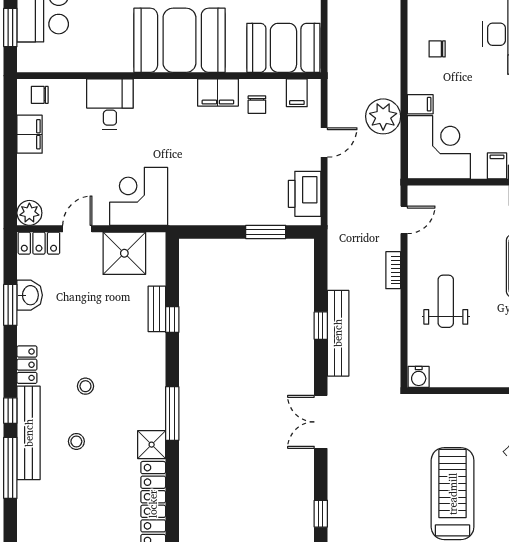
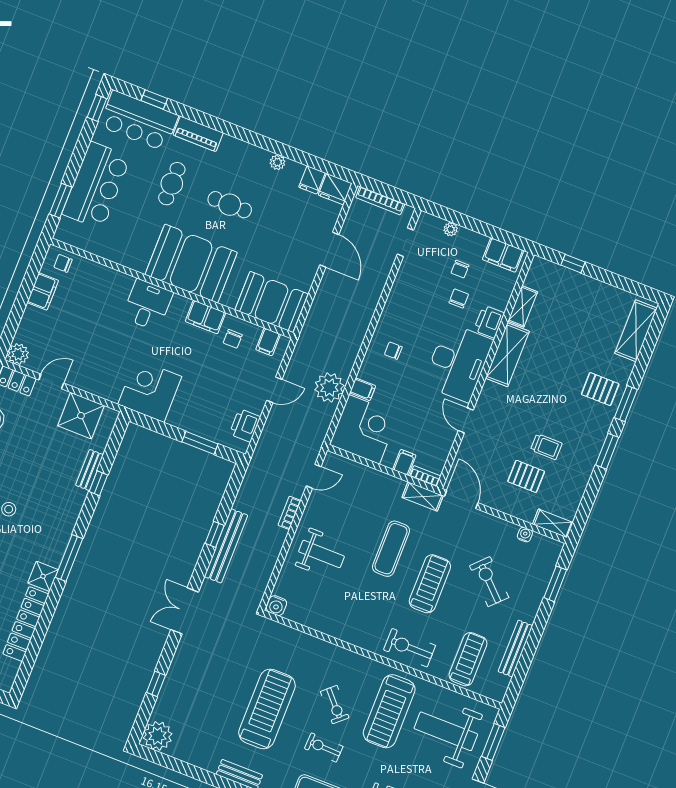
desk: (110, 104) -> (147, 305), moved
printer: (305, 194) -> (245, 425), width x0.73, depth x0.84
corner desk: (139, 196) -> (150, 390), moved
weight bench: (446, 301) -> (322, 554), turned 90

